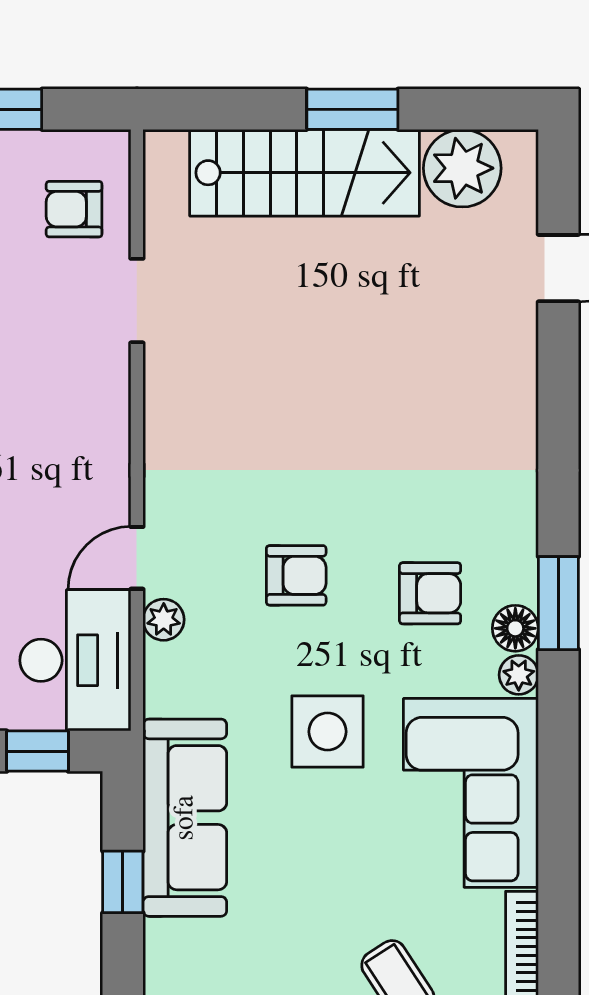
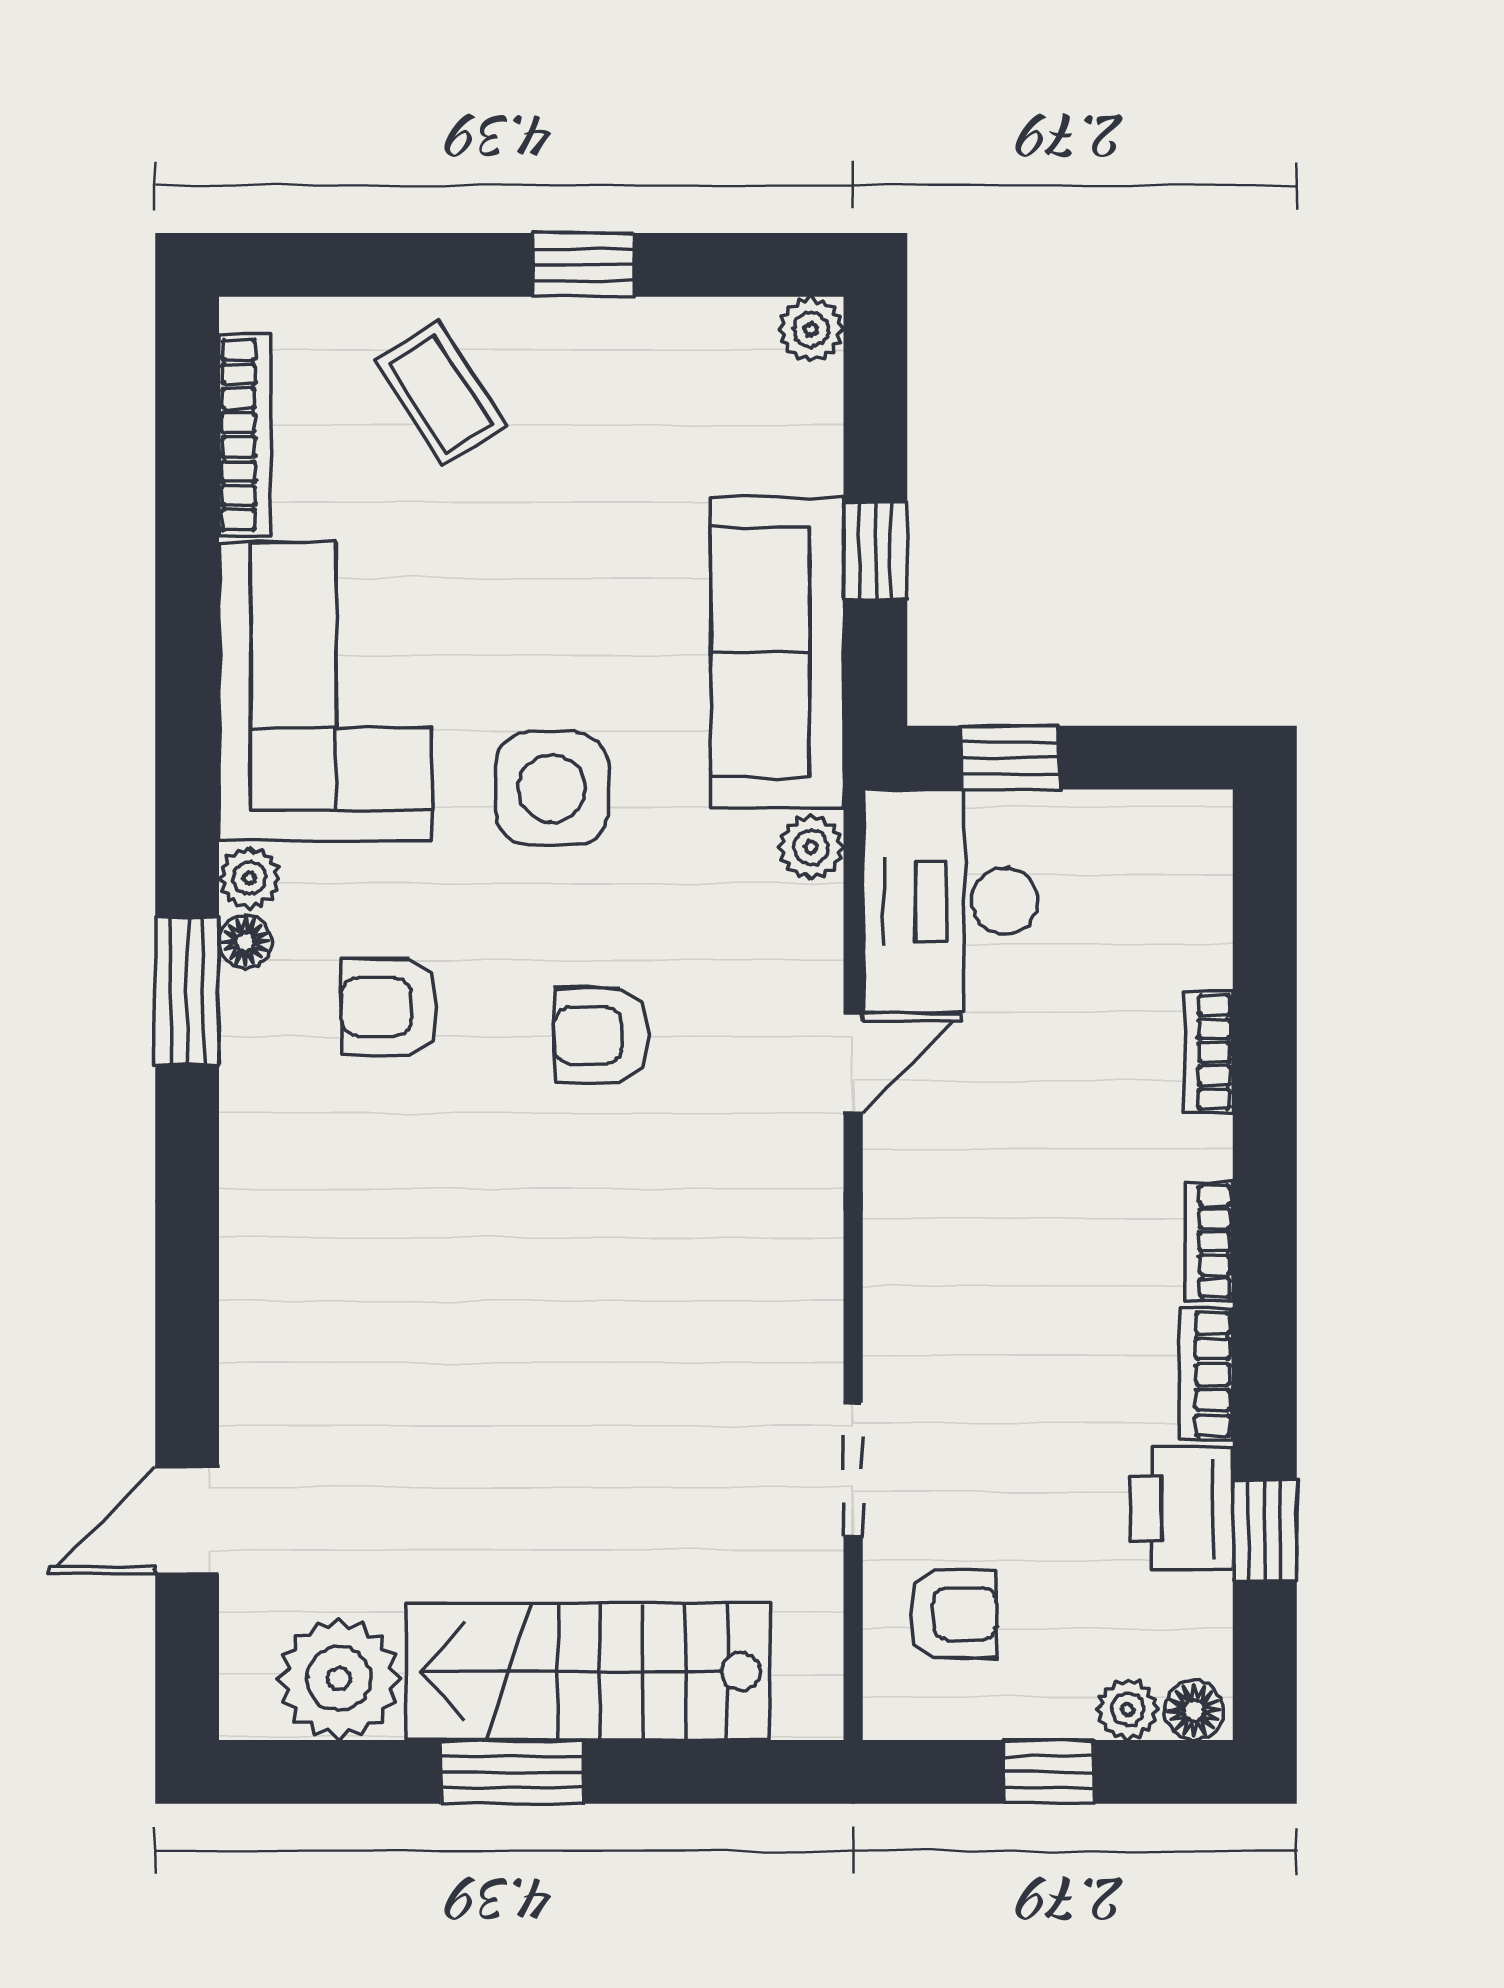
plant: (164, 620) -> (811, 847), moved
floor lamp: (515, 628) -> (245, 942), width x0.73, depth x0.73

